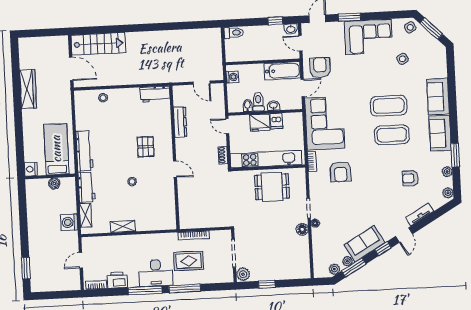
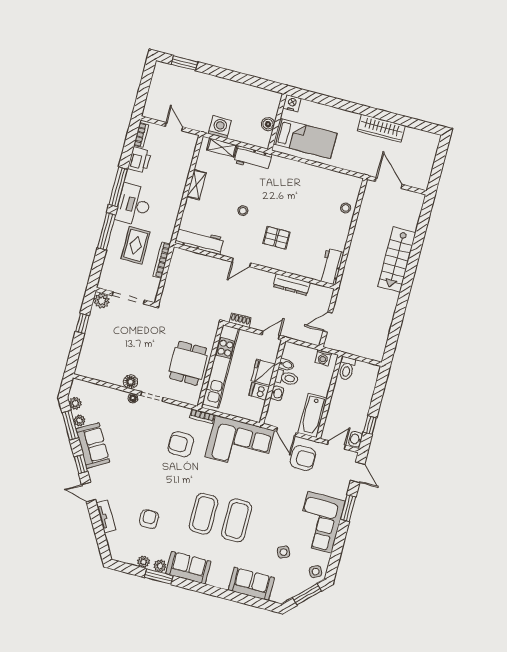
toilet: (234, 33) -> (347, 369), moved
stairs: (98, 44) -> (397, 260), moved
door: (71, 69) -> (389, 183), swing flipped
sofa: (438, 97) -> (251, 584), moved
workbench: (84, 151) -> (199, 241), moved, turned 180
plant: (448, 193) -> (160, 566), moved

